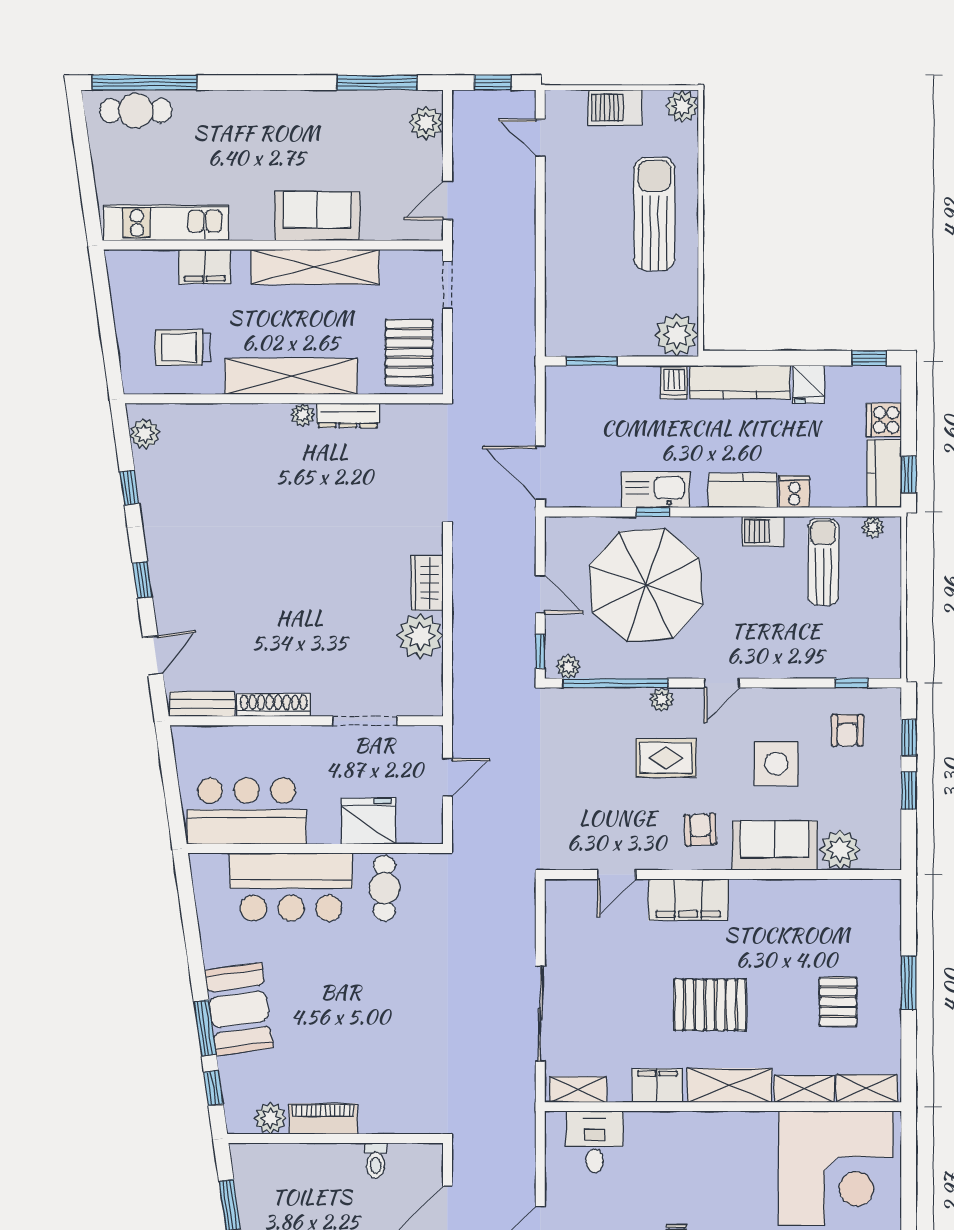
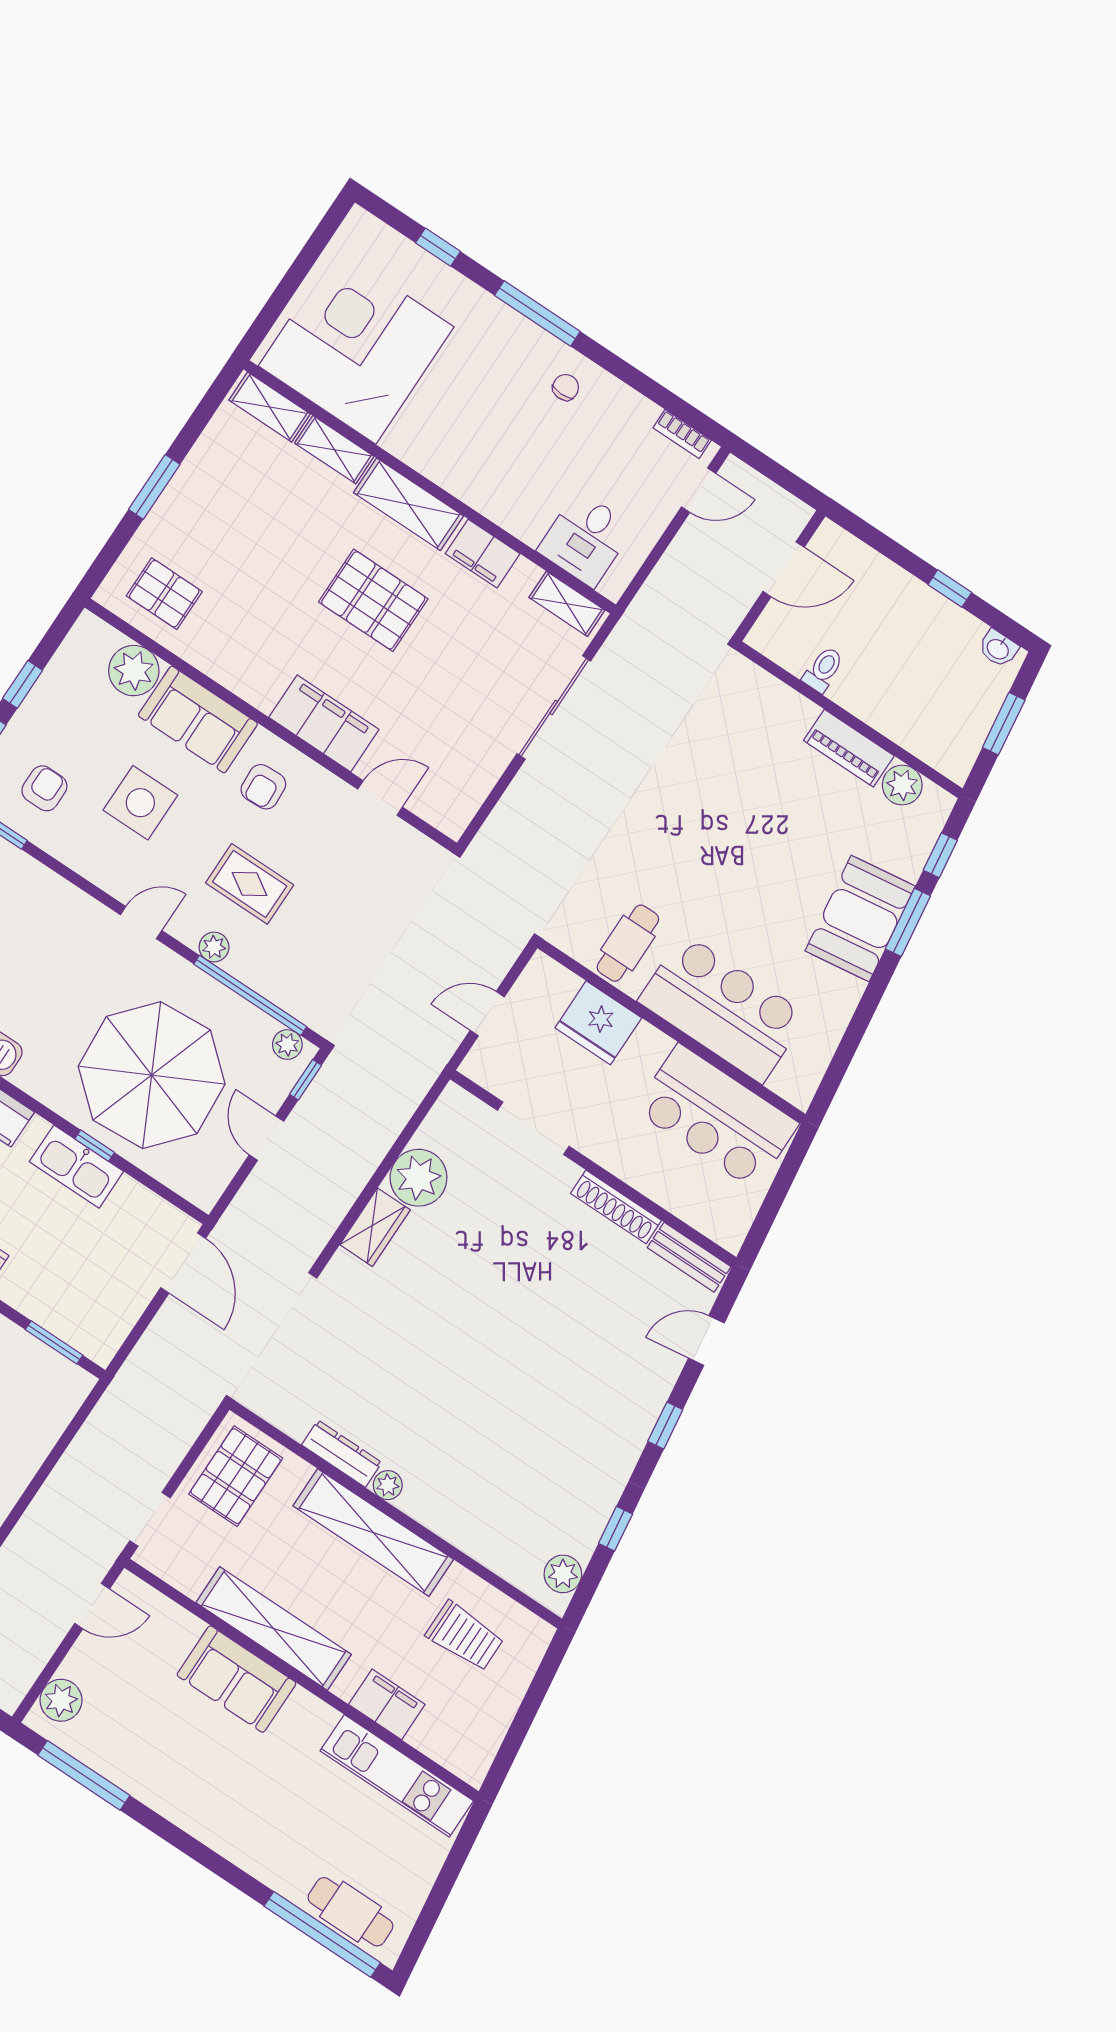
pallet: (838, 1002) -> (164, 594), moved, turned 90

